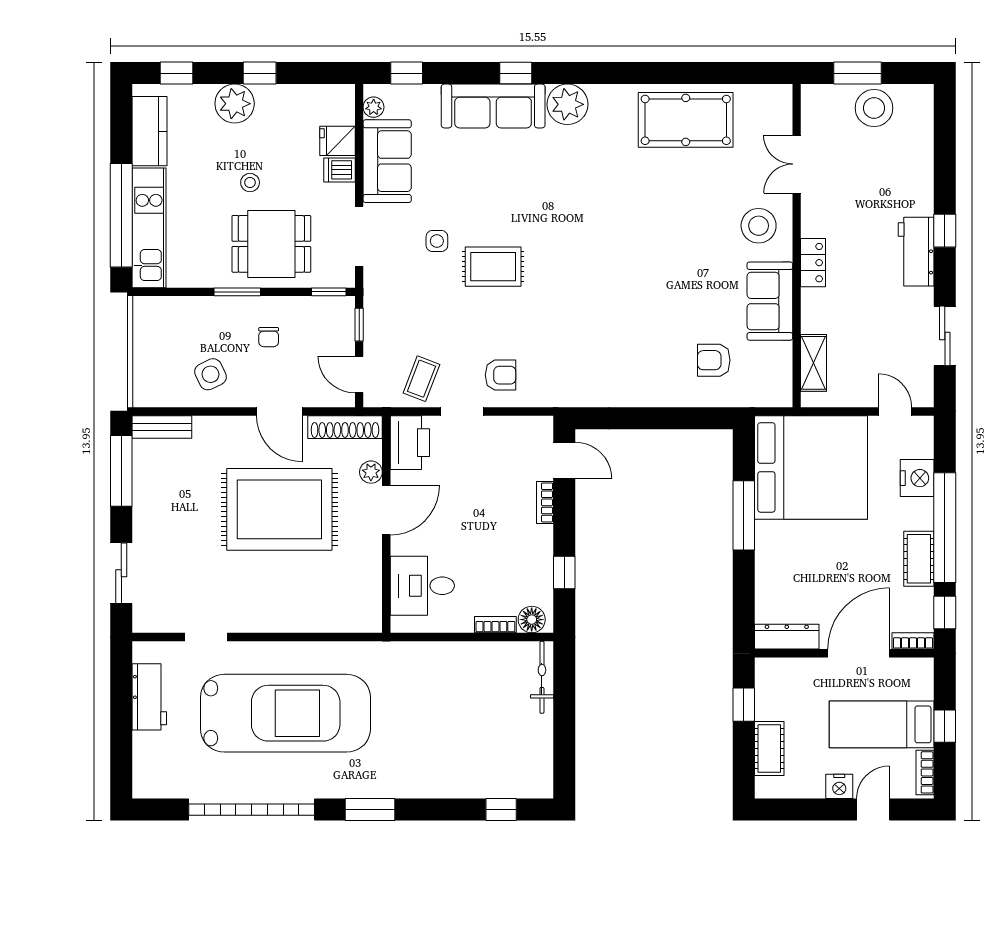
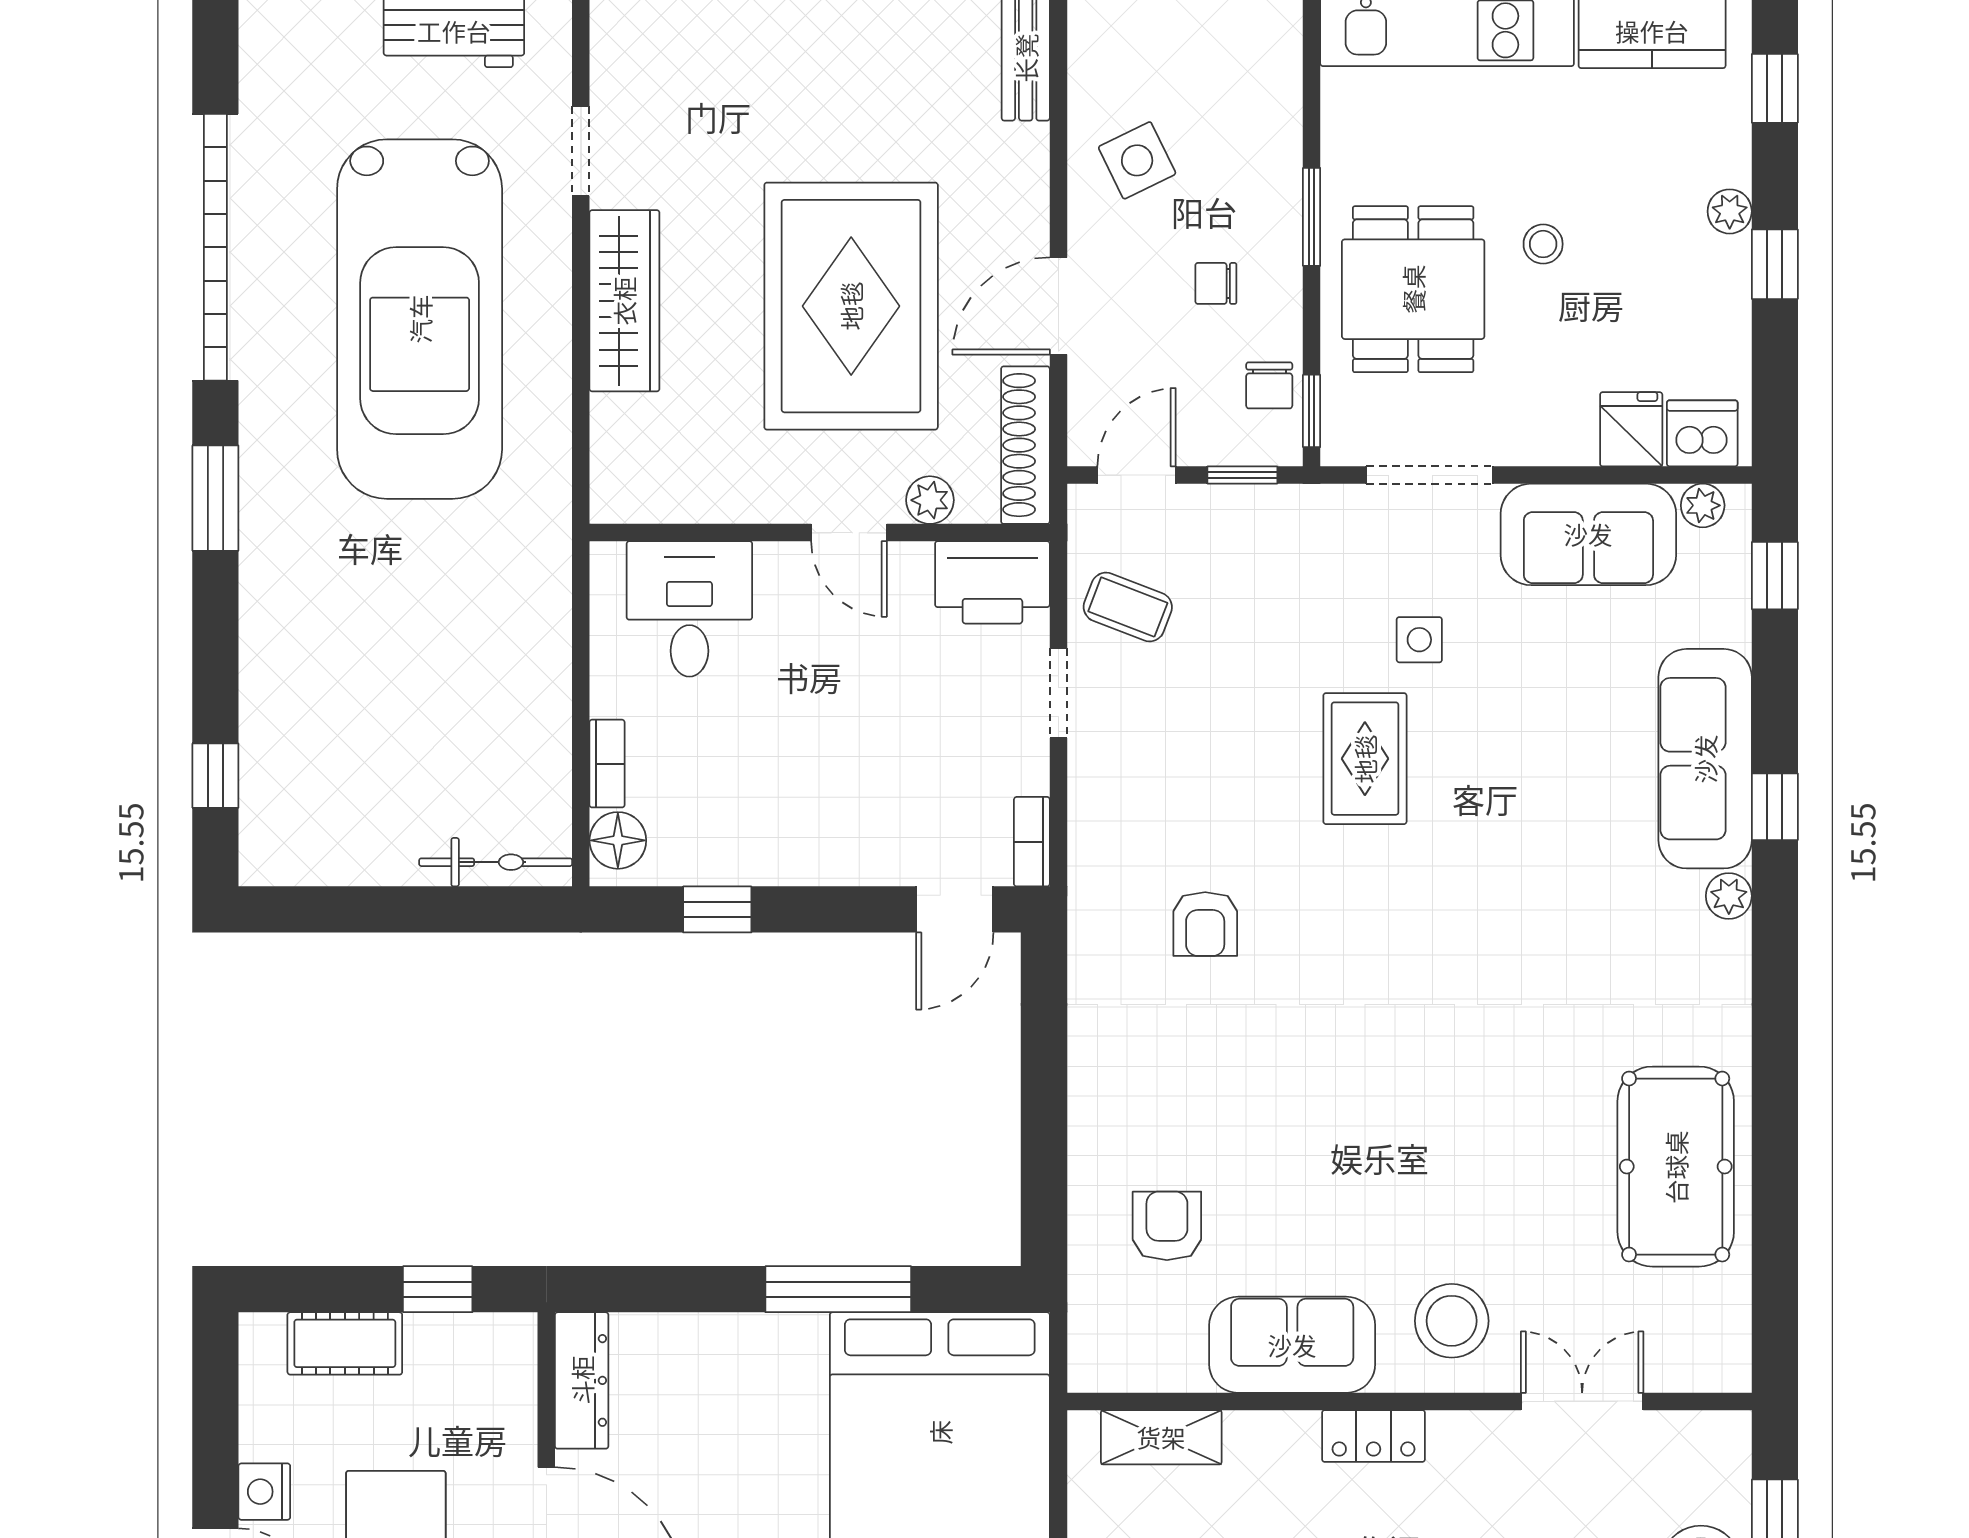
plant: (235, 104) -> (1730, 211), width x0.53, depth x0.53
plant: (567, 104) -> (1729, 896), width x0.53, depth x0.53
dishwasher: (339, 170) -> (1702, 433), moved, width x1.38
chair: (317, 312) -> (1269, 385), added
armchair: (501, 375) -> (1205, 924), moved
bookcase: (545, 502) -> (1032, 842), moved, turned -90
door: (386, 510) -> (849, 533), width x0.73
wardrobe: (277, 616) -> (624, 301), added

